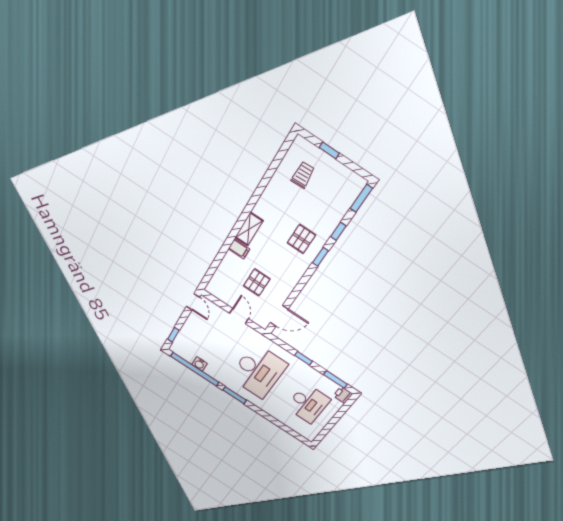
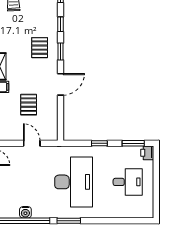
door: (279, 316) -> (60, 84), moved
desk: (308, 403) -> (128, 182), width x0.73

